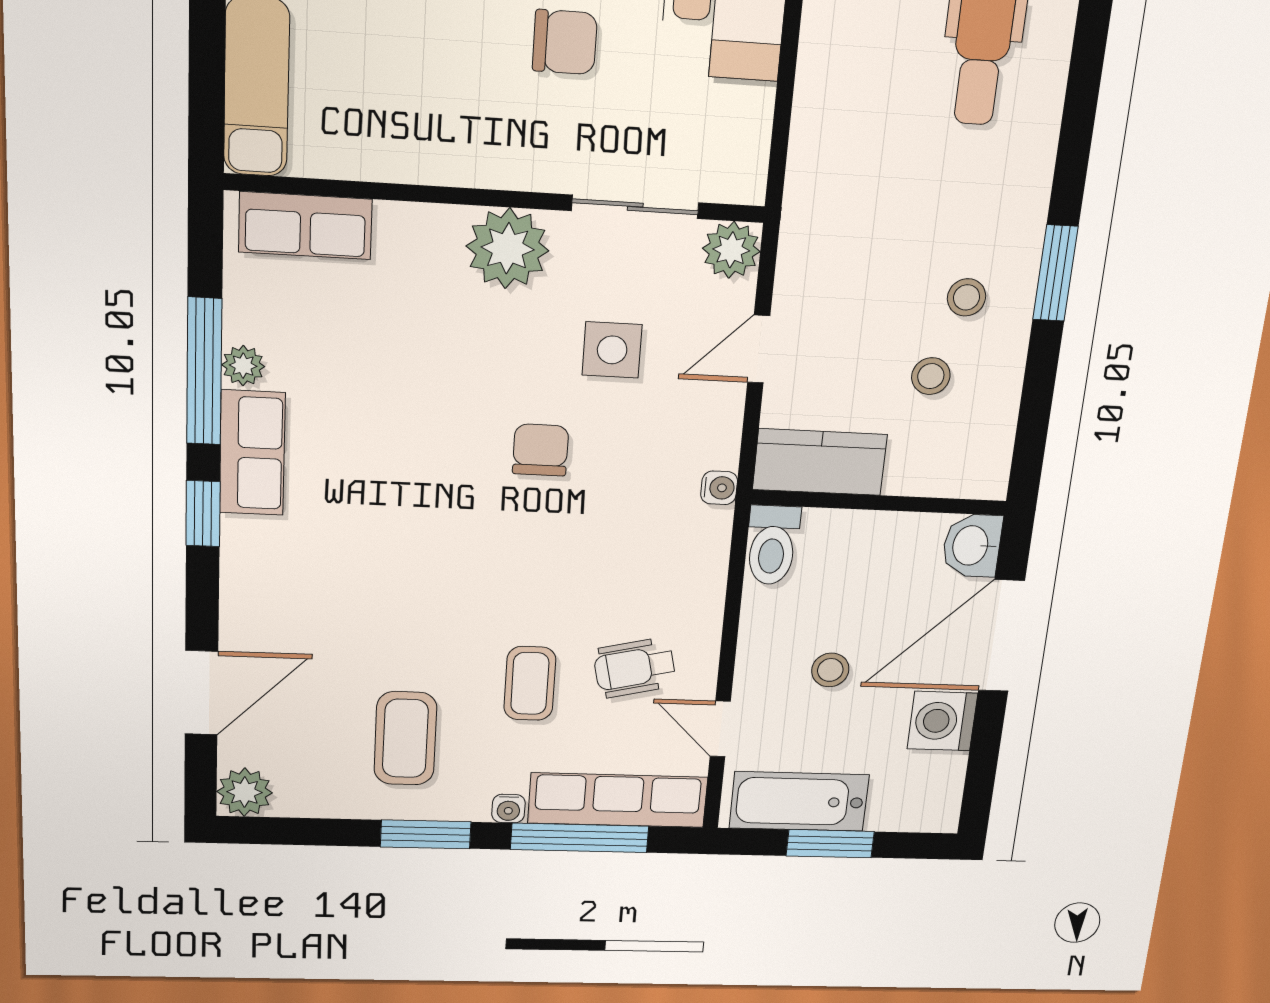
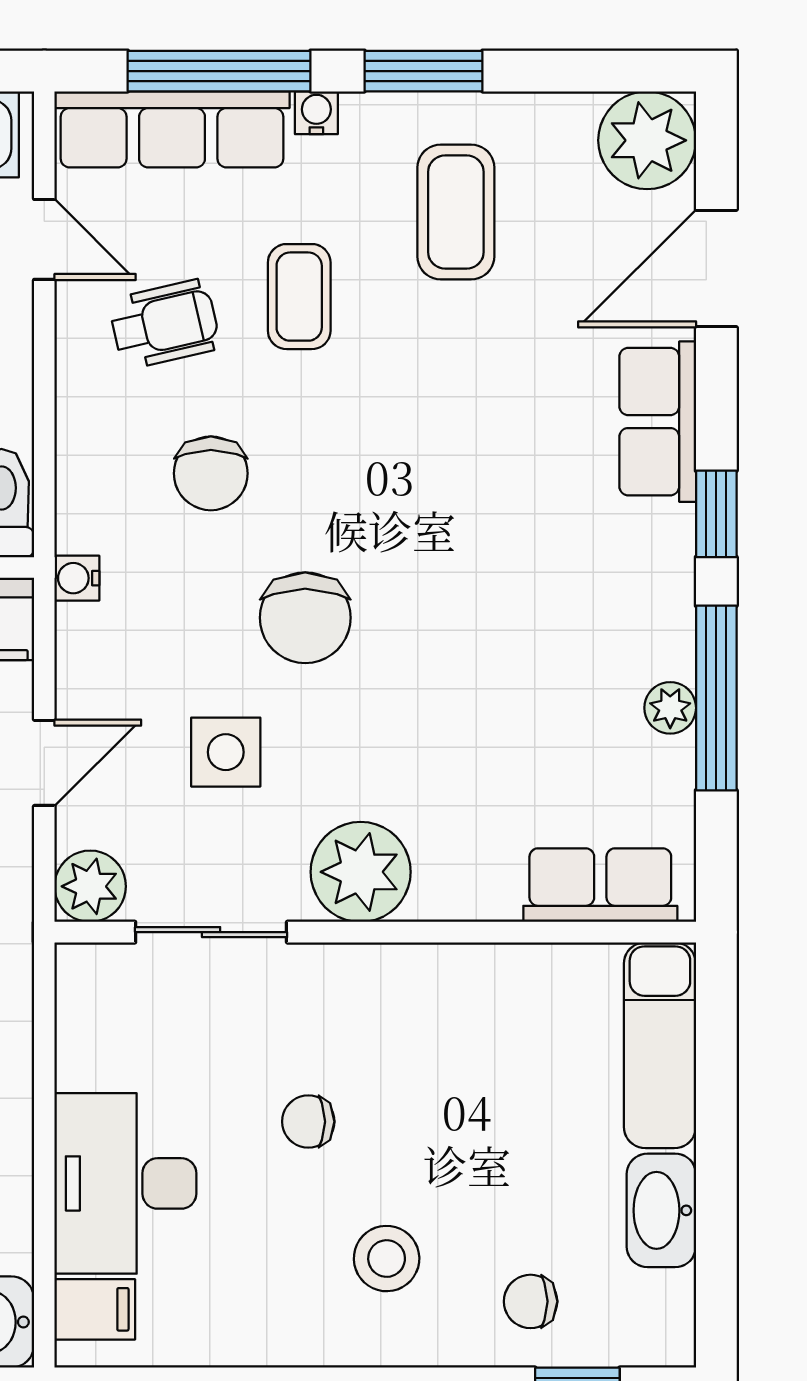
chair: (565, 42) -> (308, 1122), width x0.73, depth x0.73
chair: (541, 450) -> (305, 618), width x1.37, depth x1.37
row of seats: (252, 453) -> (658, 422), moved
chair: (608, 560) -> (211, 473), added
plant: (245, 792) -> (647, 140), width x1.36, depth x1.36

